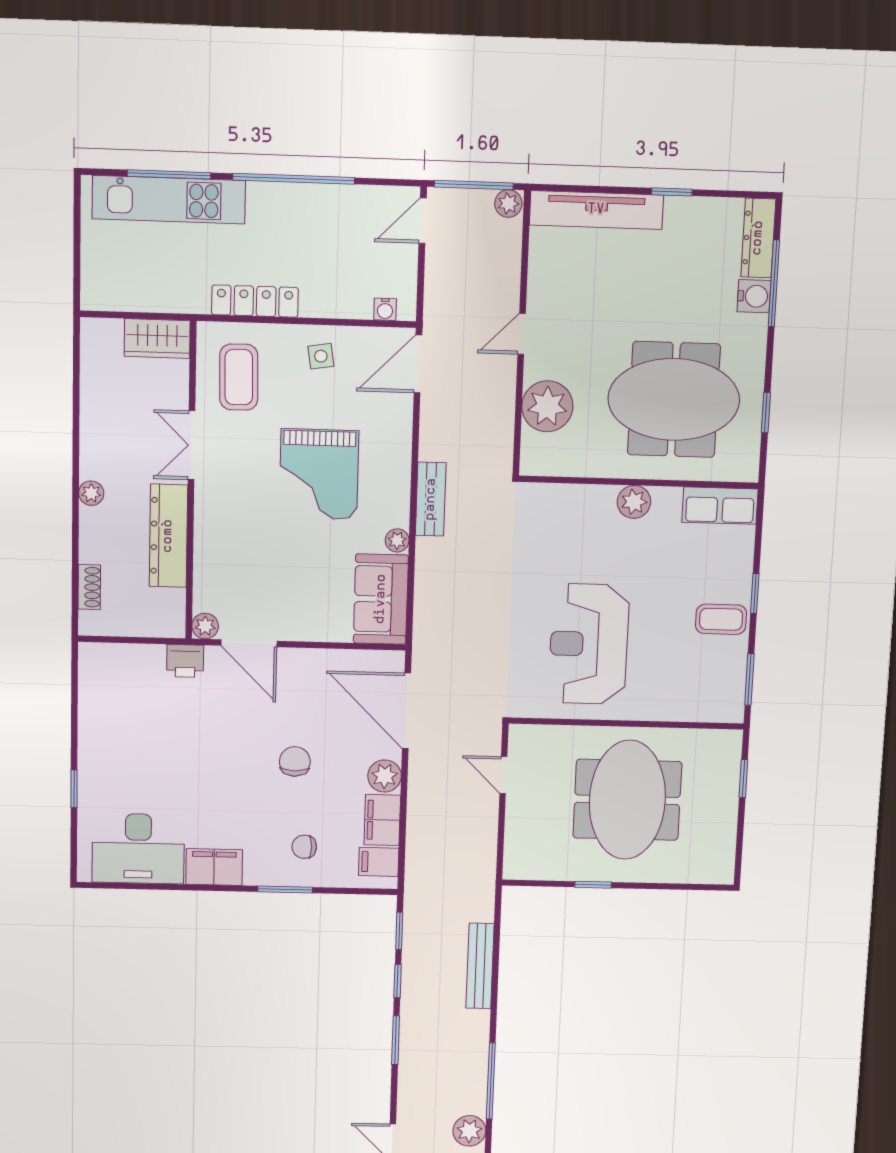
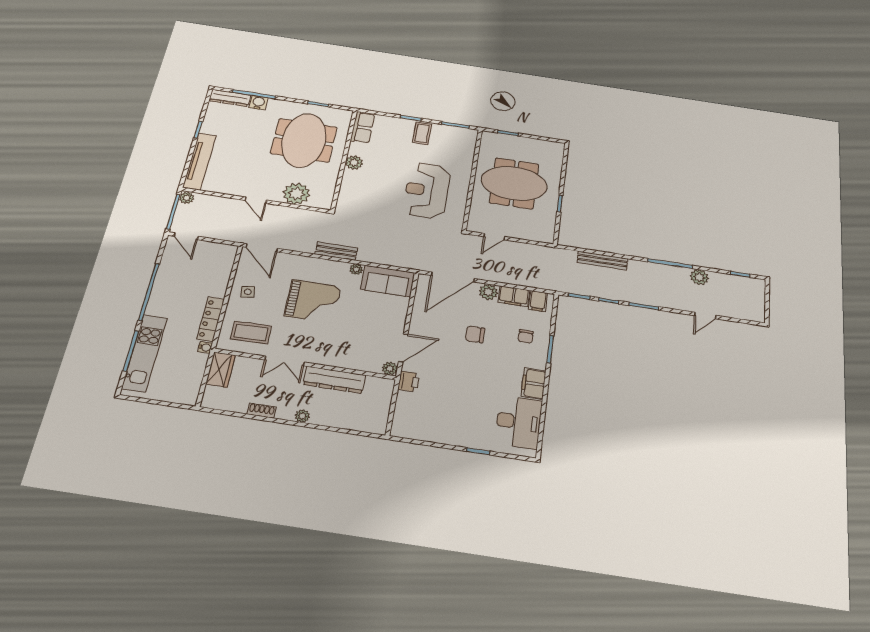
water cooler: (385, 309) -> (205, 347), moved
shoe rack: (89, 587) -> (262, 411), moved
reception desk: (589, 644) -> (427, 190), turned 90

